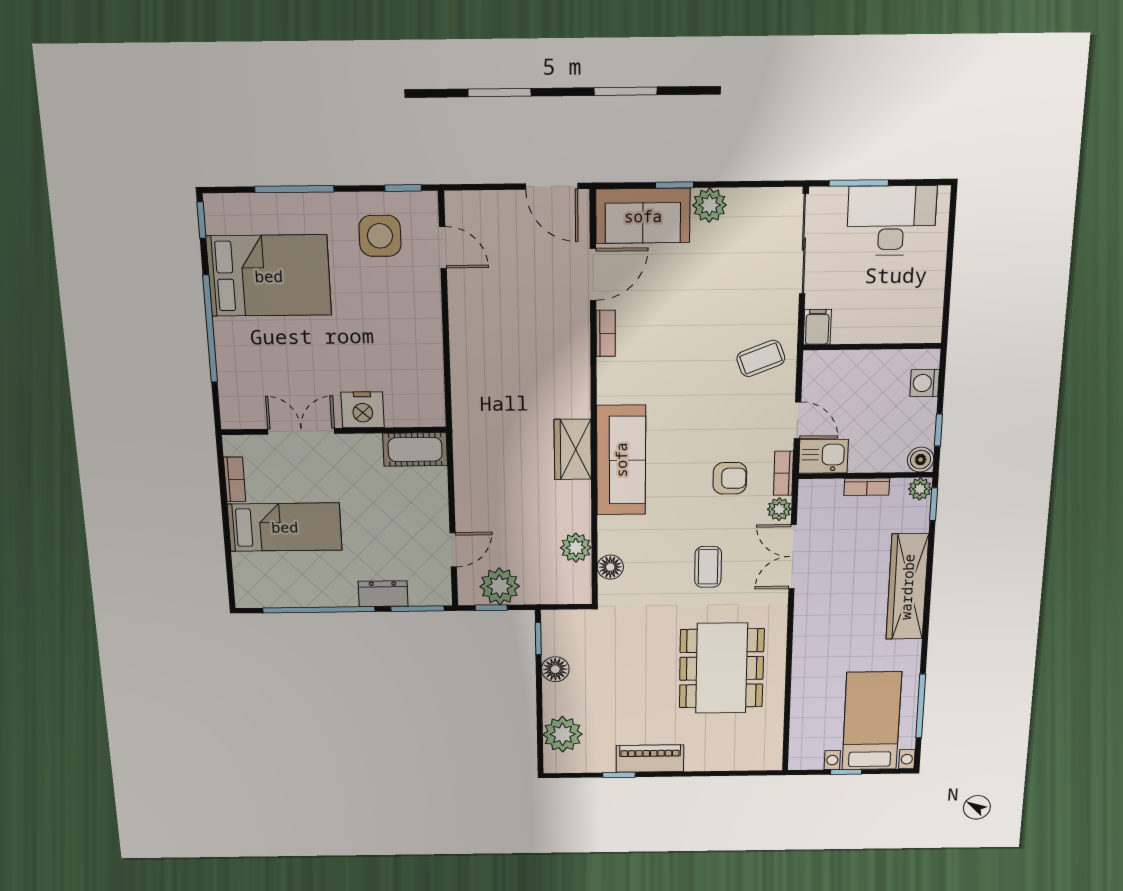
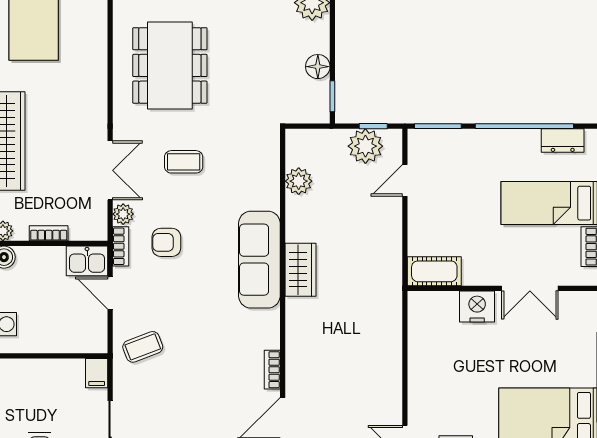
floor lamp: (610, 567) -> (269, 163), removed
coffee table: (708, 567) -> (184, 162), turned 90
dresser: (383, 594) -> (563, 141), moved

